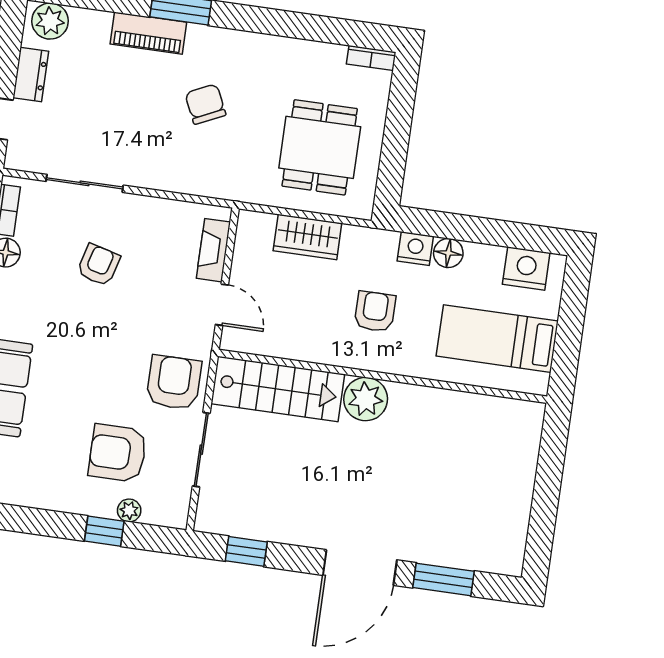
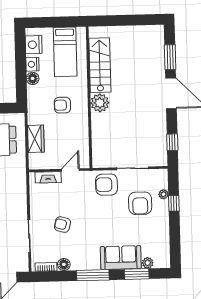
nightstand: (415, 249) -> (32, 64), moved
stairs: (278, 389) -> (100, 65), moved

